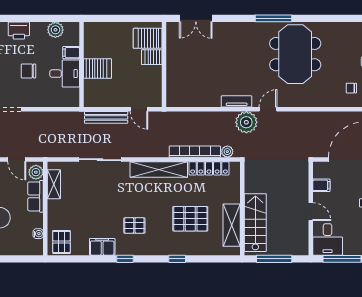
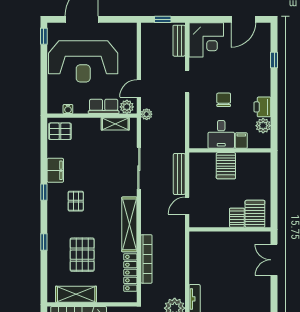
printer: (19, 31) -> (262, 107), moved
plant: (227, 152) -> (147, 114), moved

